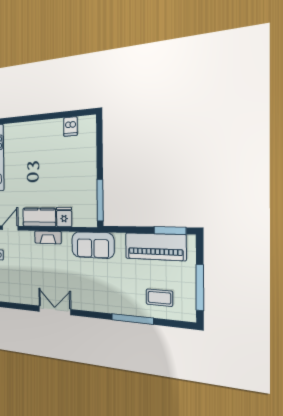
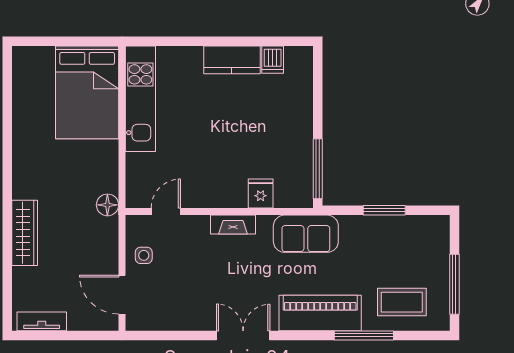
kitchen counter: (39, 217) -> (232, 60), moved, turned 180
window: (170, 230) -> (384, 210), moved
piano: (155, 247) -> (320, 313), moved, turned 180
coffee table: (159, 298) -> (402, 302), width x1.36, depth x1.30

